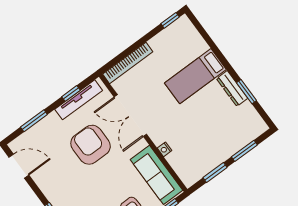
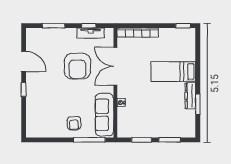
tv unit: (79, 100) -> (91, 33), width x0.71
armchair: (91, 145) -> (77, 66), turned 180
door: (19, 166) -> (24, 61), moved

